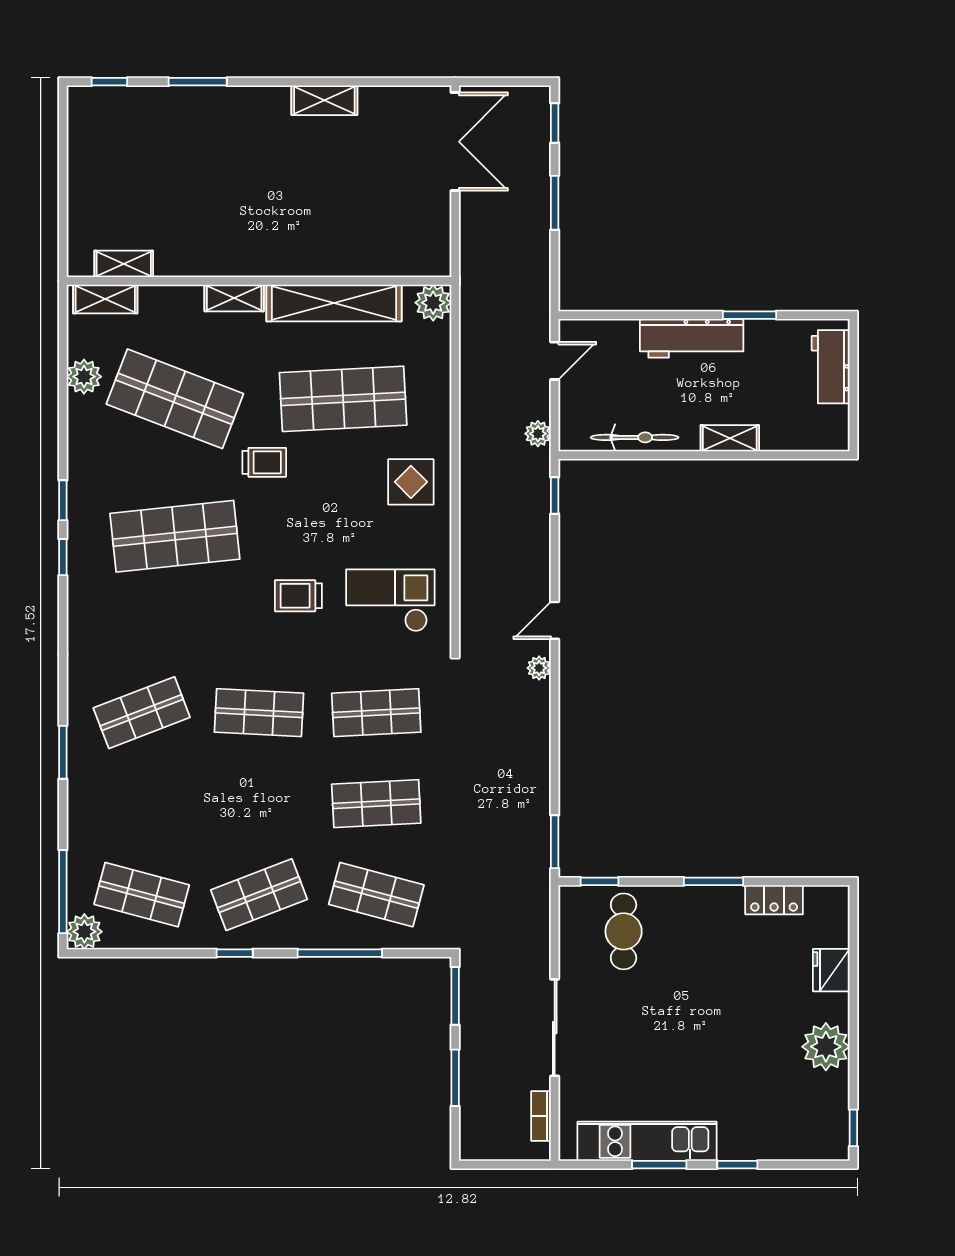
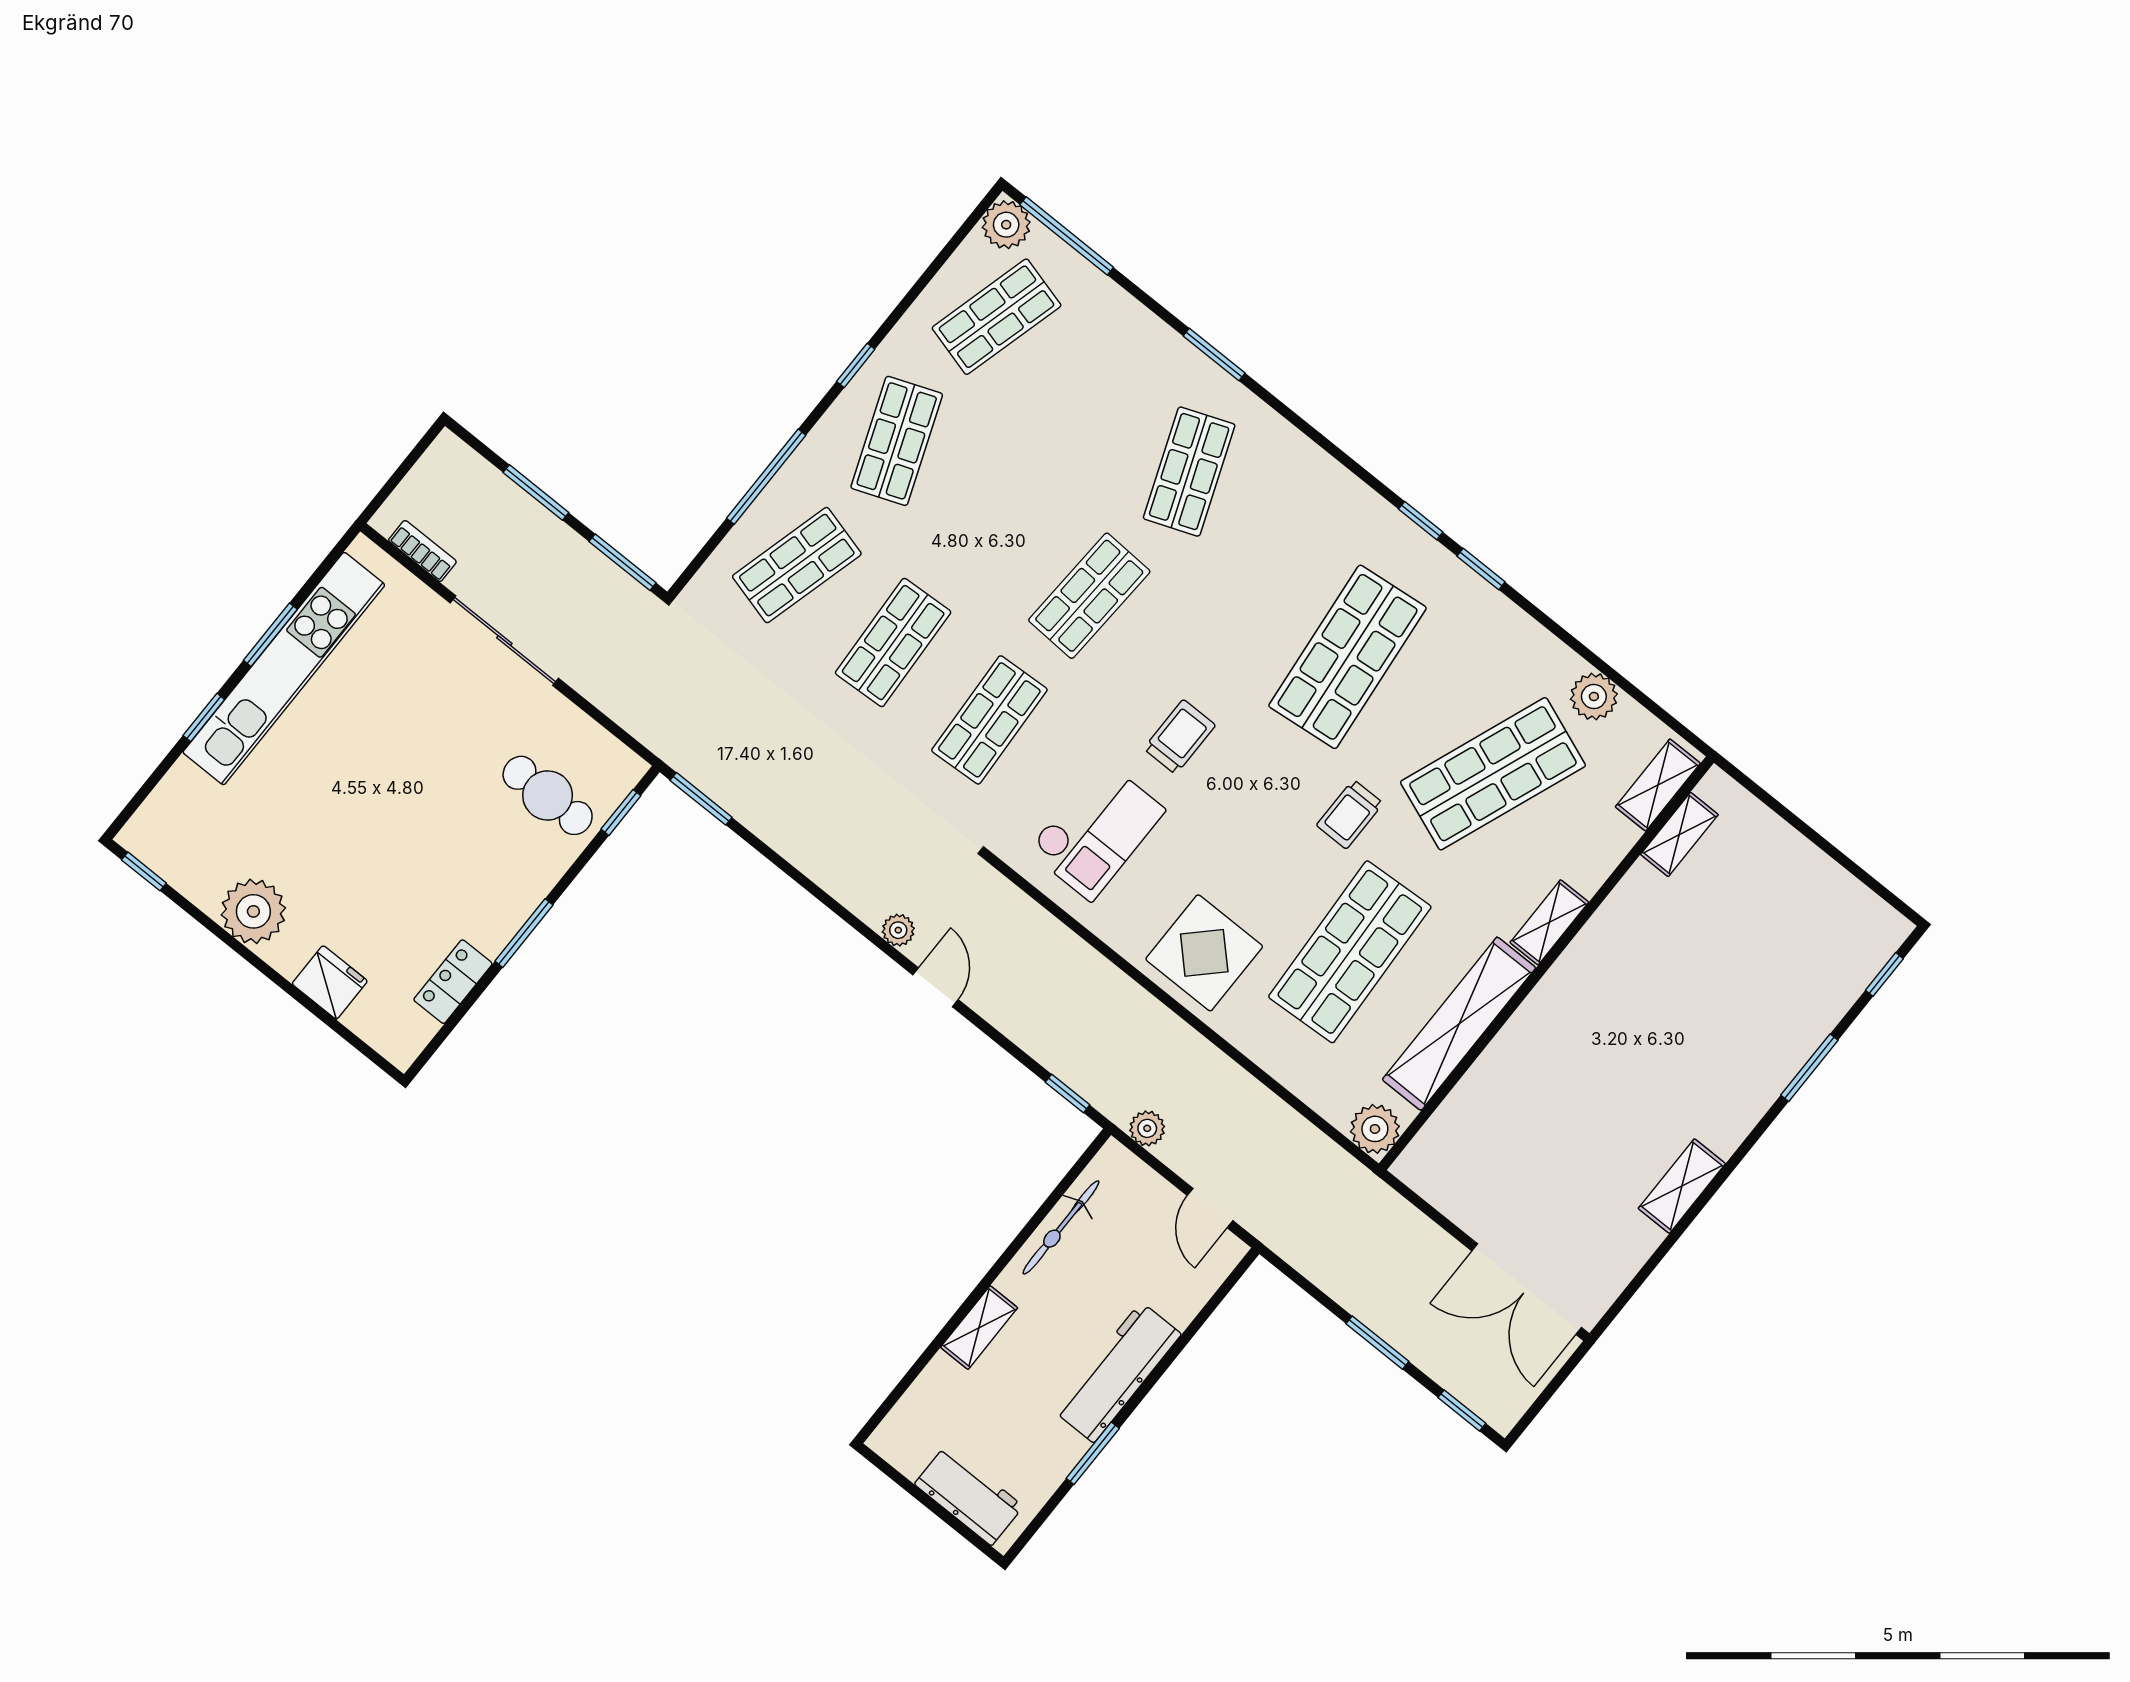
display table: (411, 482) -> (1204, 953), width x1.36, depth x1.36
kitchen unit: (647, 1141) -> (284, 669), width x1.36

